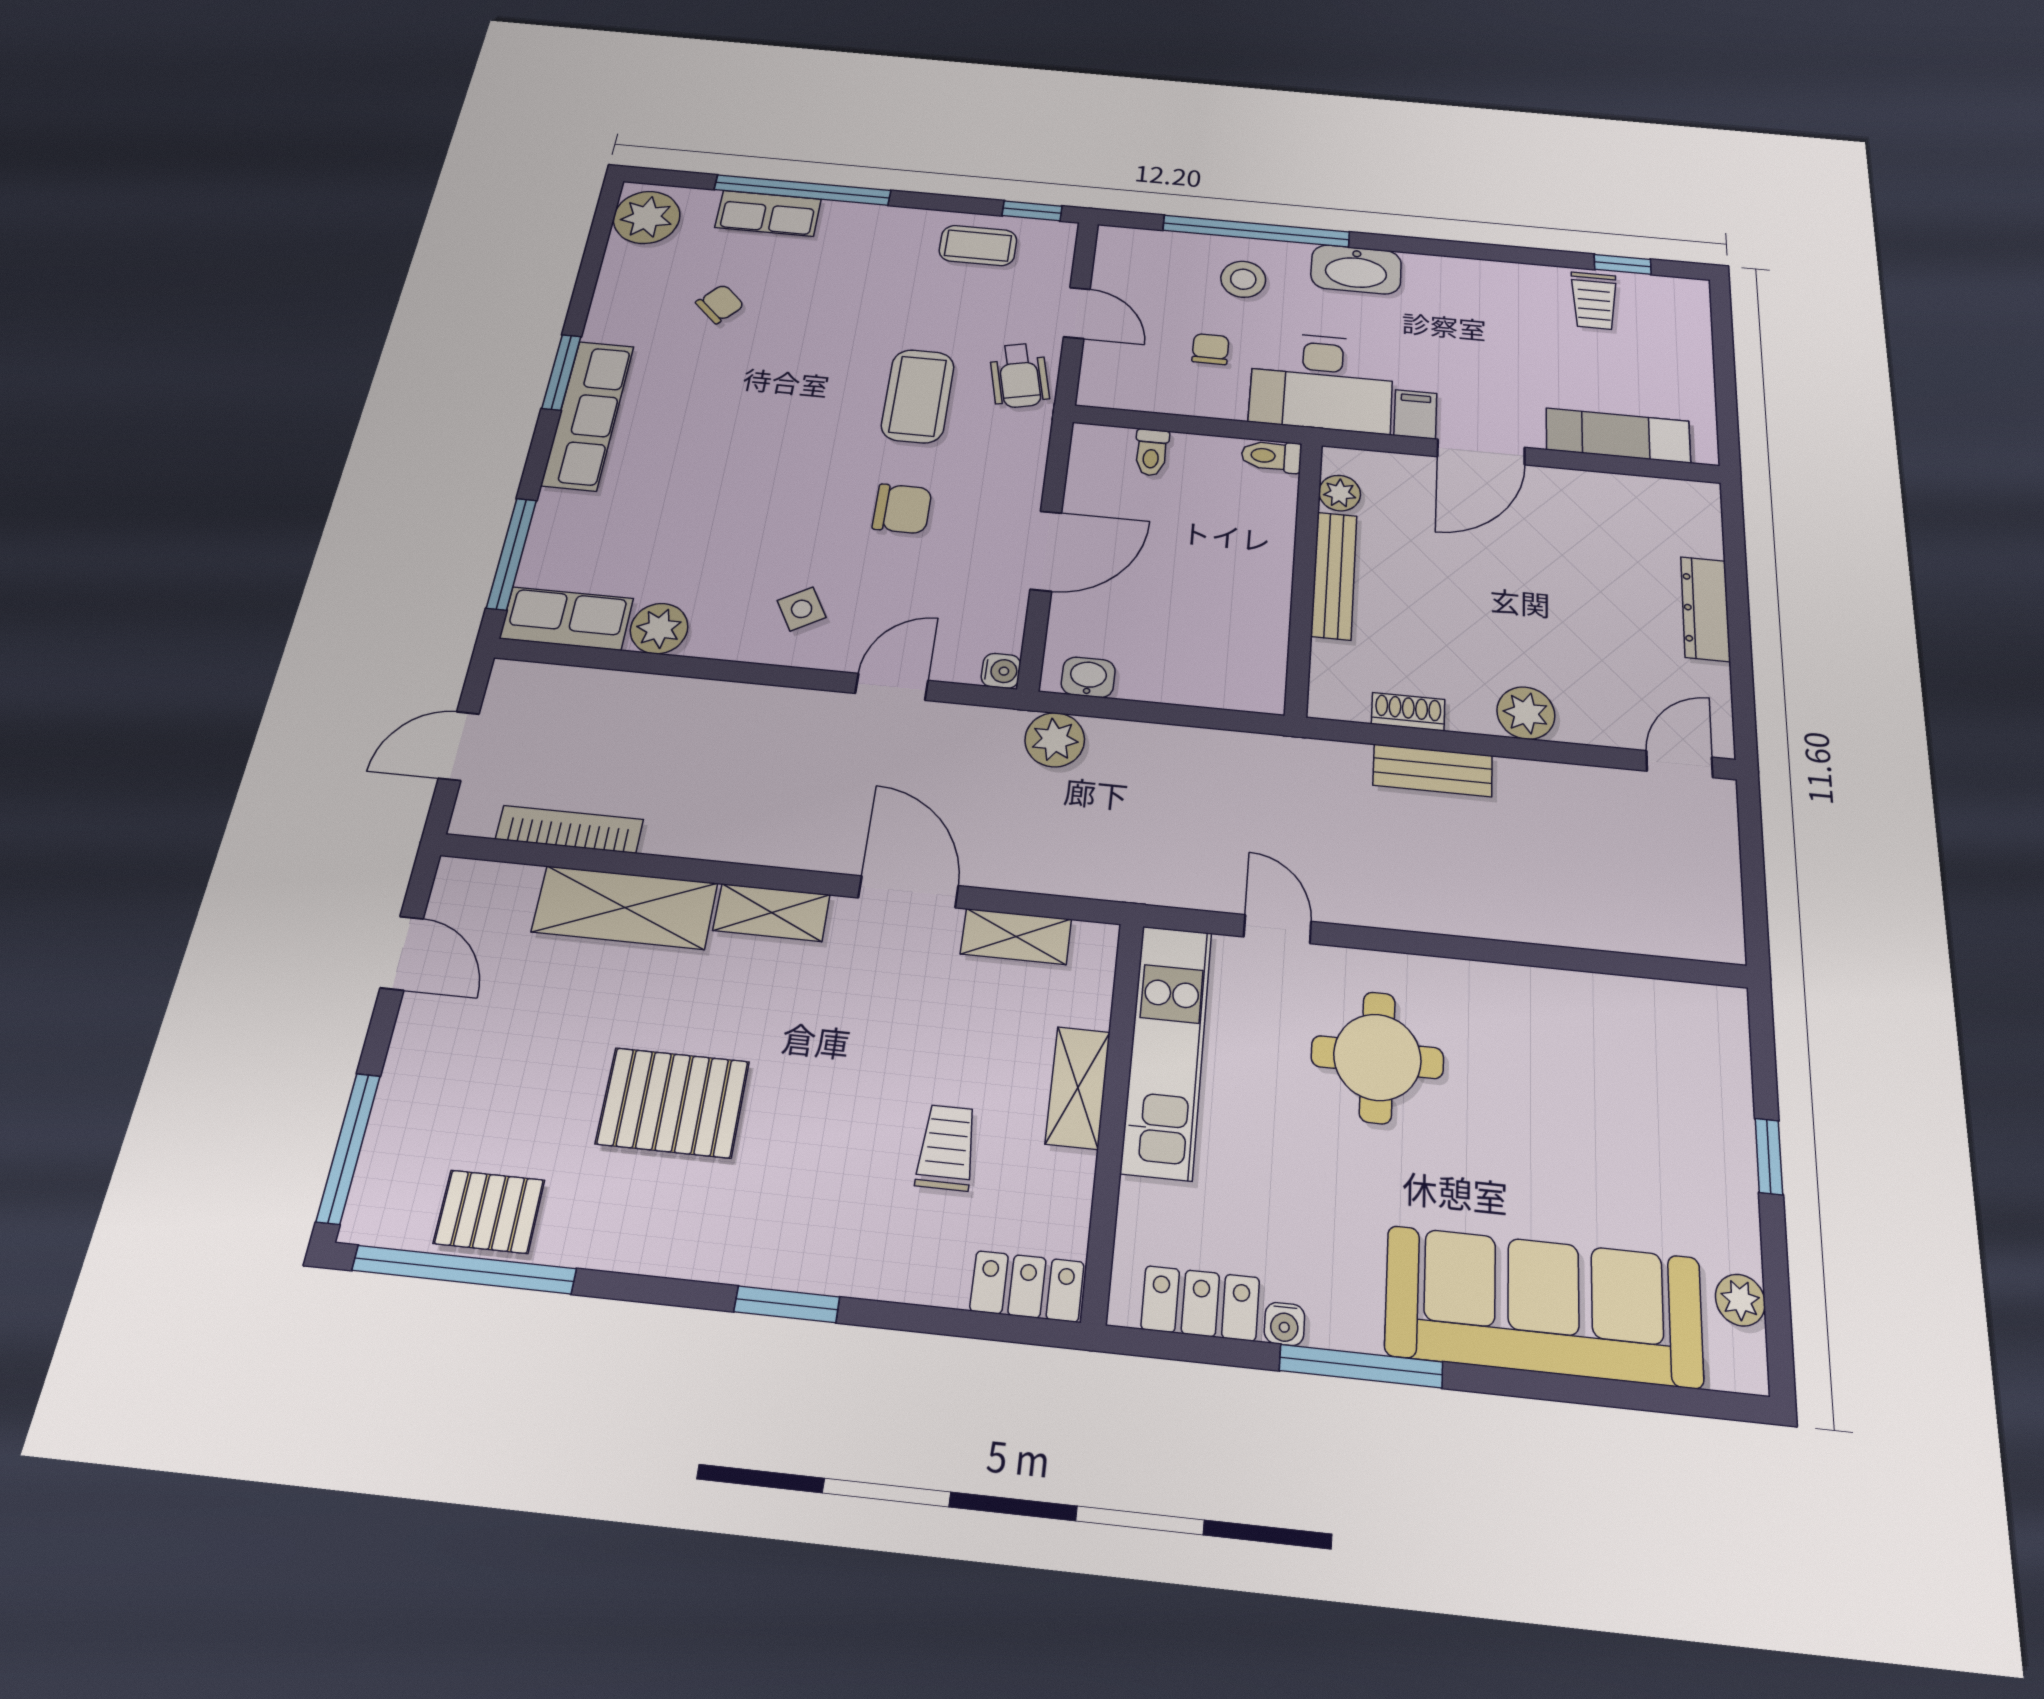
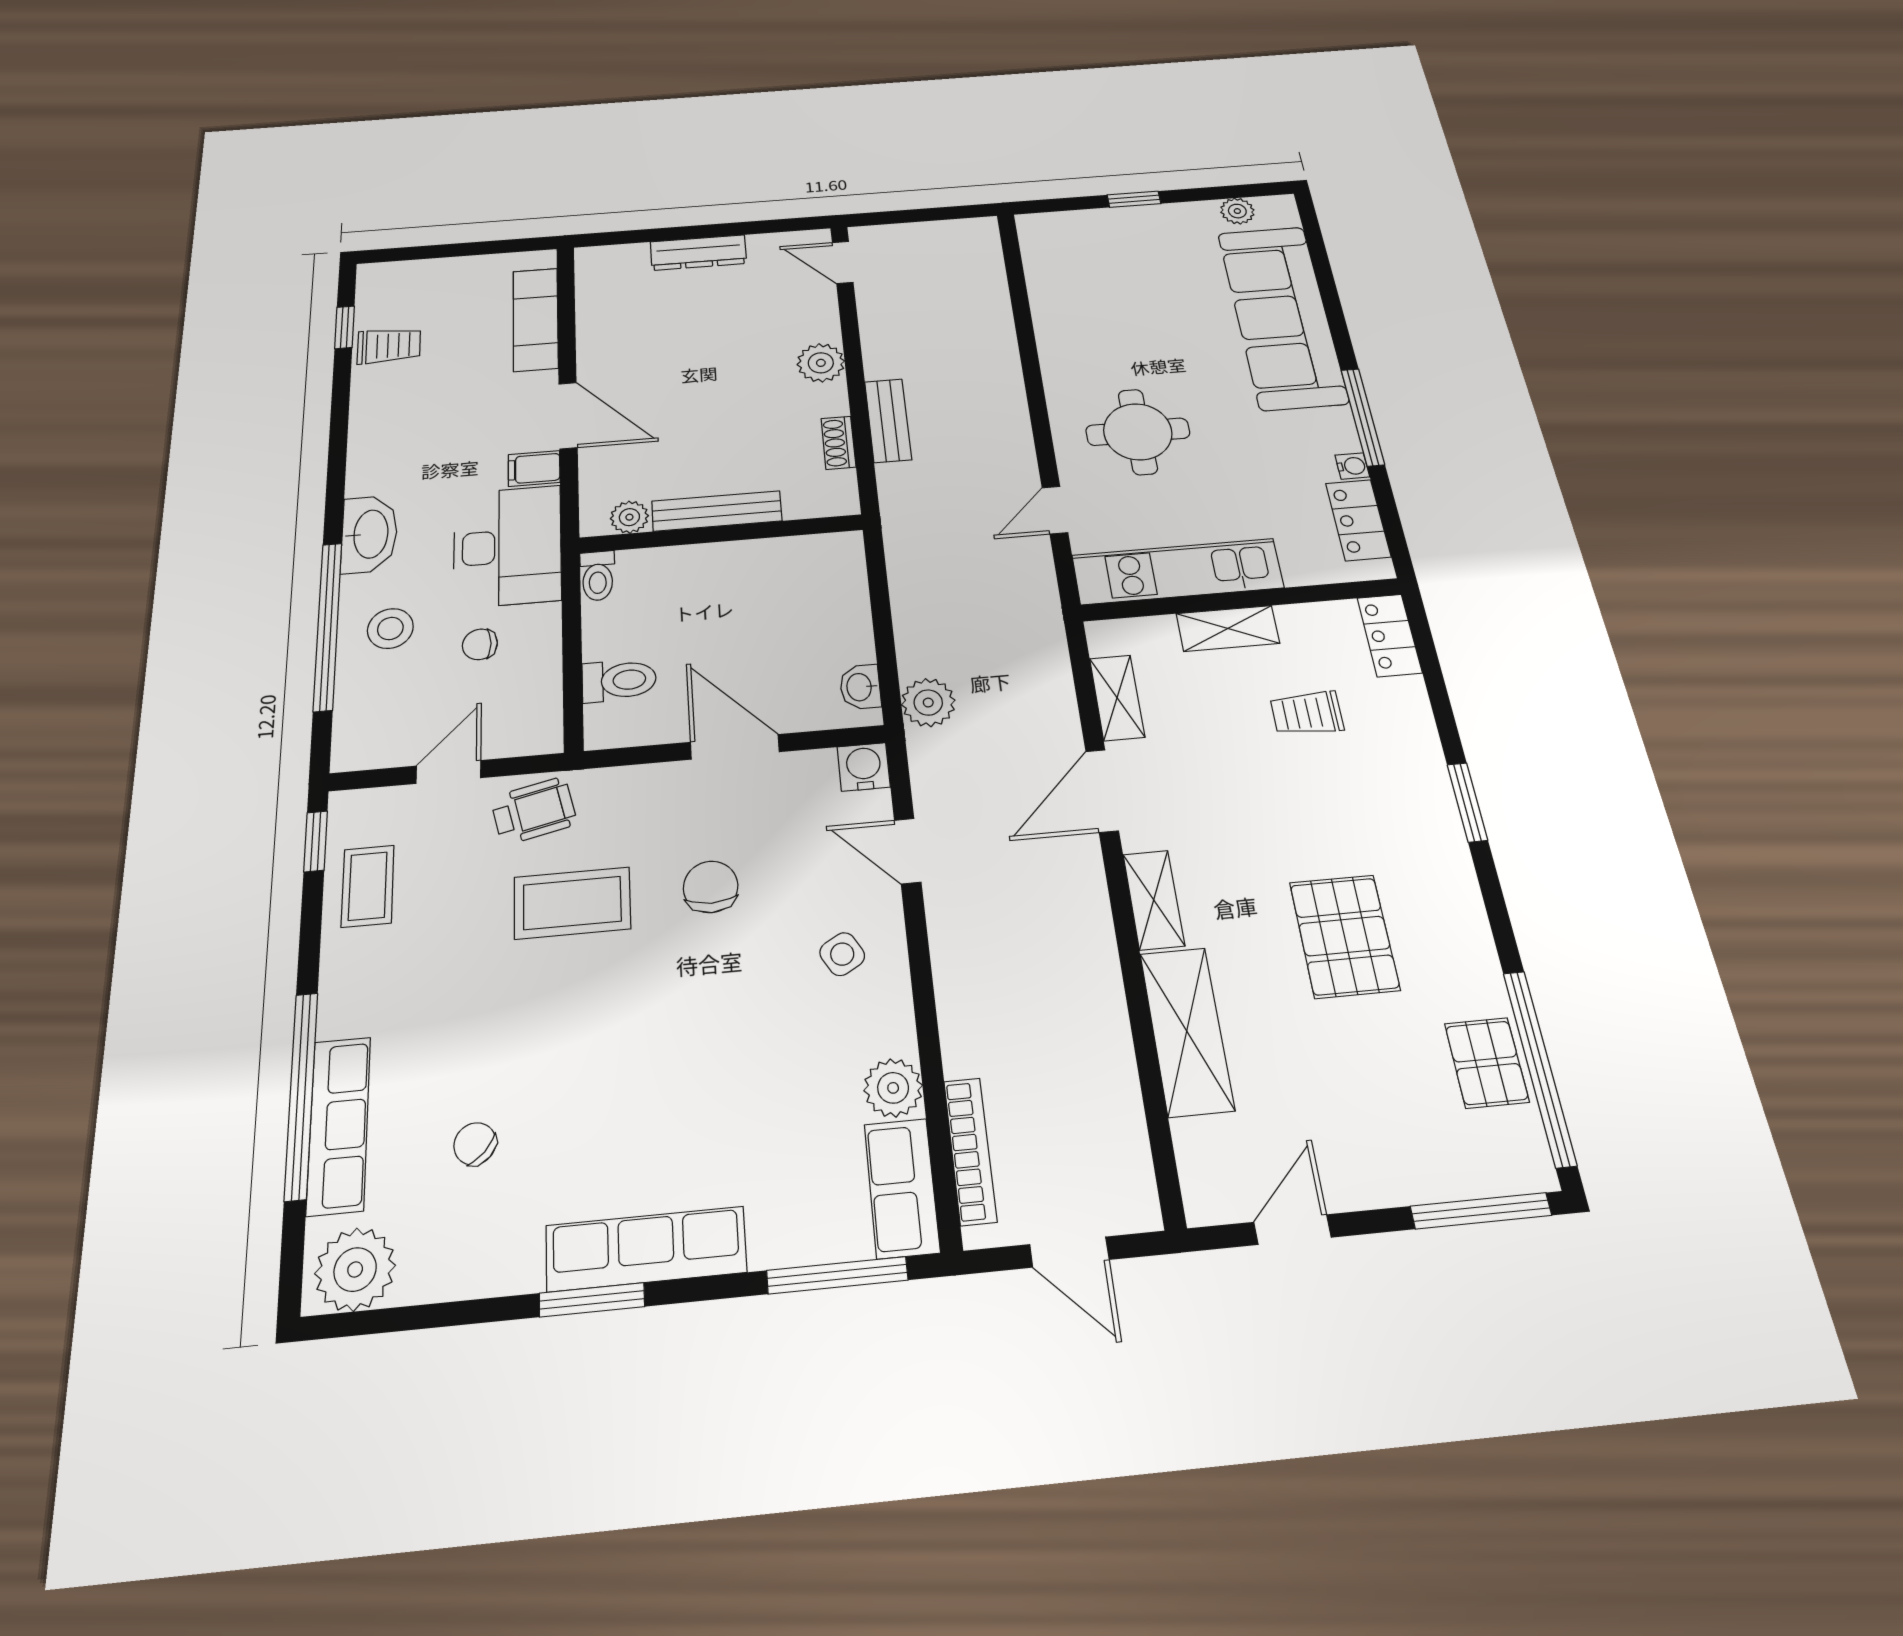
row of seats: (768, 213) -> (339, 1125), width x1.48
toilet: (1151, 452) -> (619, 680), width x1.37, depth x1.39
water cooler: (1001, 671) -> (864, 767), width x1.38, depth x1.38
bookcase: (569, 829) -> (970, 1151), moved, turned 180

